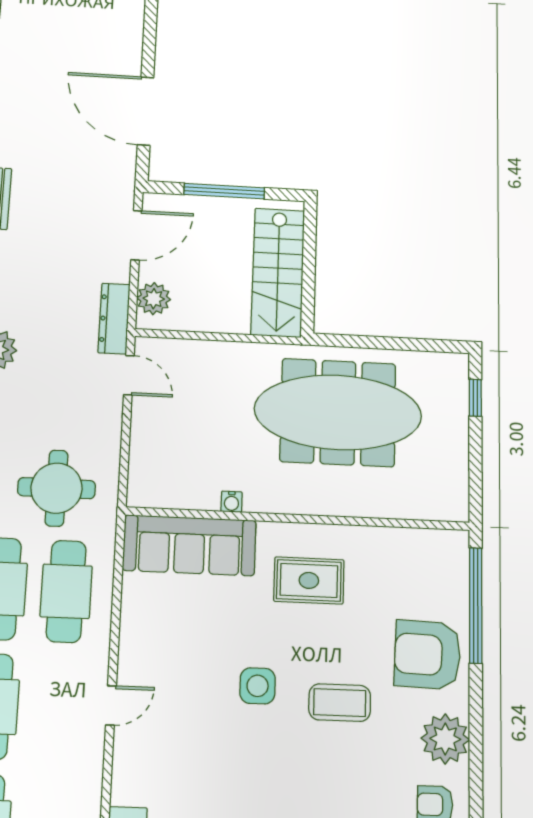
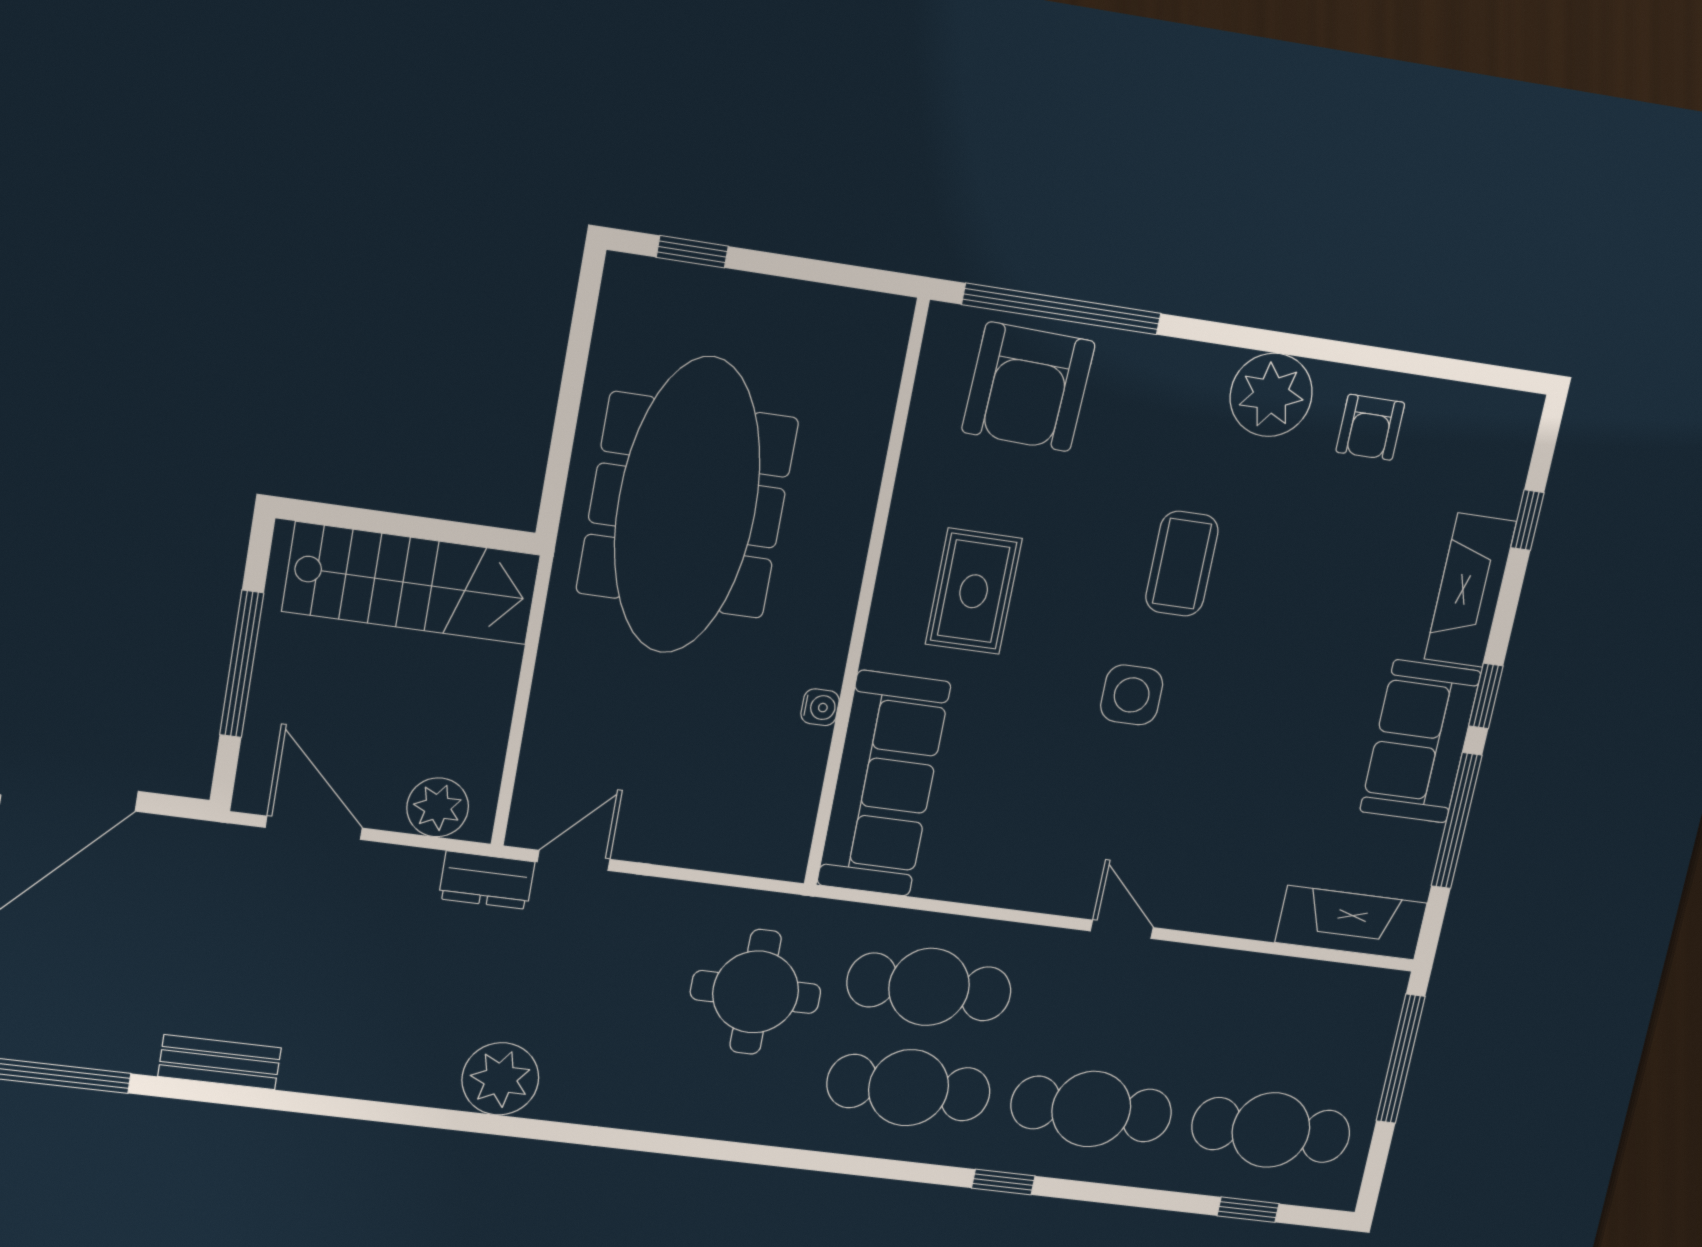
dresser: (114, 319) -> (487, 880), width x0.70
armchair: (427, 655) -> (1028, 387), moved

